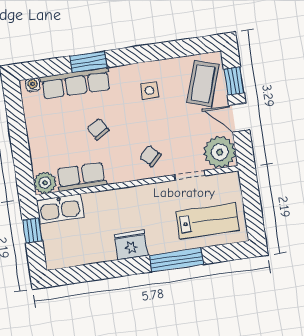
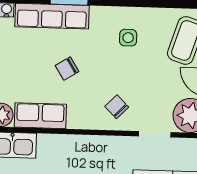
chair: (98, 129) -> (67, 69), turned -92

